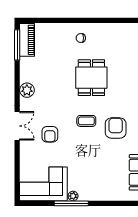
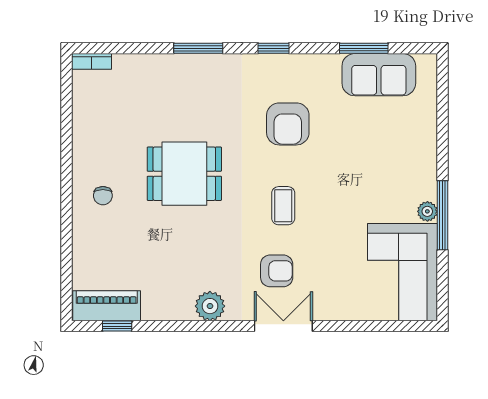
window: (17, 45) -> (117, 326), width x0.46
coffee table: (86, 121) -> (283, 206), moved
armchair: (116, 128) -> (288, 124), turned -90
armchair: (50, 134) -> (277, 271), moved

